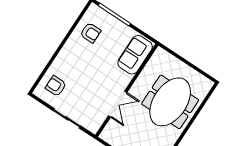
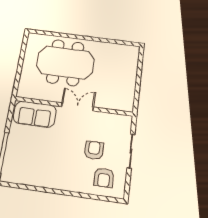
armchair: (90, 33) -> (94, 150), moved
double door: (118, 104) -> (77, 107), moved

